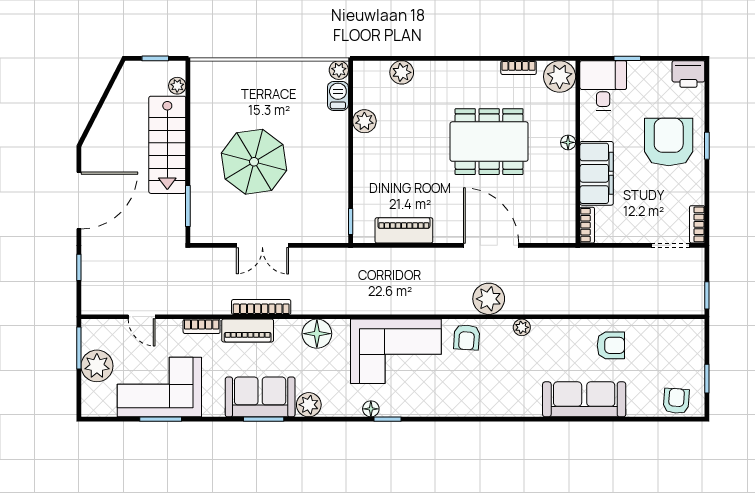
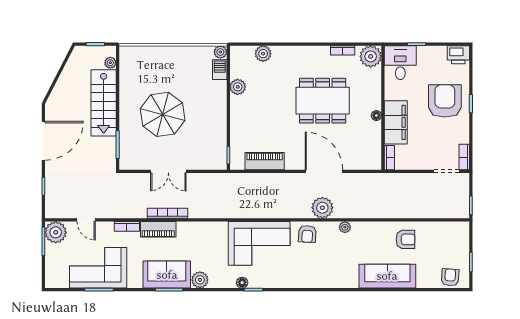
floor lamp: (568, 142) -> (376, 116), moved
floor lamp: (317, 334) -> (205, 231), removed
plant: (97, 366) -> (56, 232), moved

